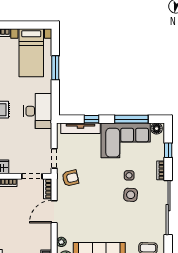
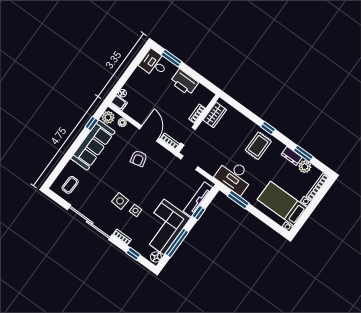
window: (55, 68) -> (238, 200), moved
armchair: (70, 178) -> (139, 158), moved

